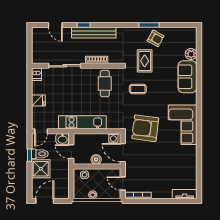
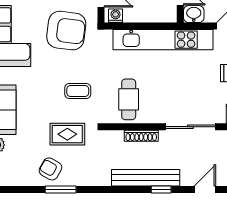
door: (55, 25) -> (205, 189), hinge flipped
rug: (145, 61) -> (67, 134), turned 90
kitchen unit: (82, 122) -> (163, 40), width x1.36

